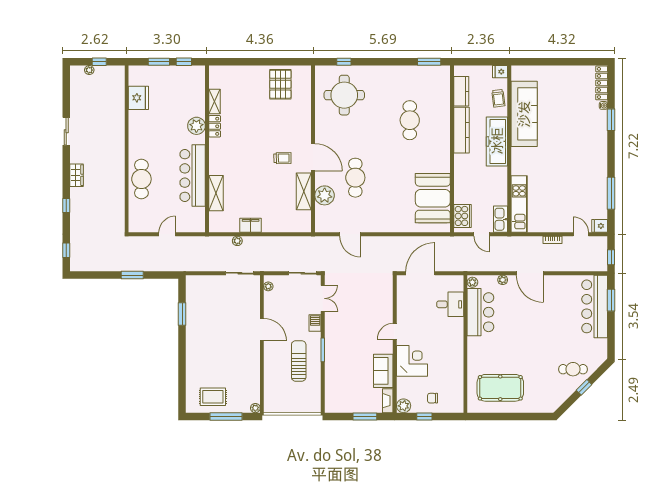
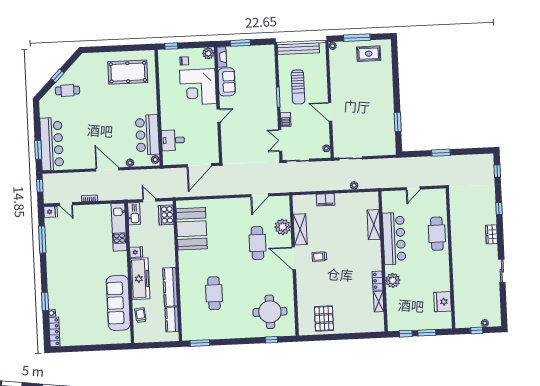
fridge: (500, 72) -> (136, 252), moved
filing cabinet: (251, 225) -> (325, 200), moved
door: (350, 234) -> (260, 195), swing flipped
corner desk: (412, 361) -> (198, 87), width x1.36, depth x1.36
bench: (296, 407) -> (298, 49), added
window: (424, 416) -> (171, 46), moved

